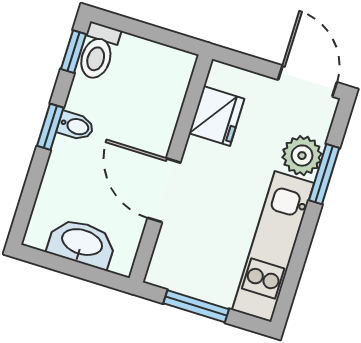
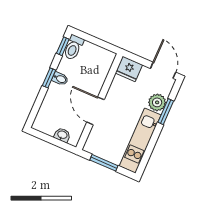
fridge: (217, 116) -> (129, 69), moved, turned 90
washbasin: (82, 243) -> (62, 135), width x0.52, depth x0.69

